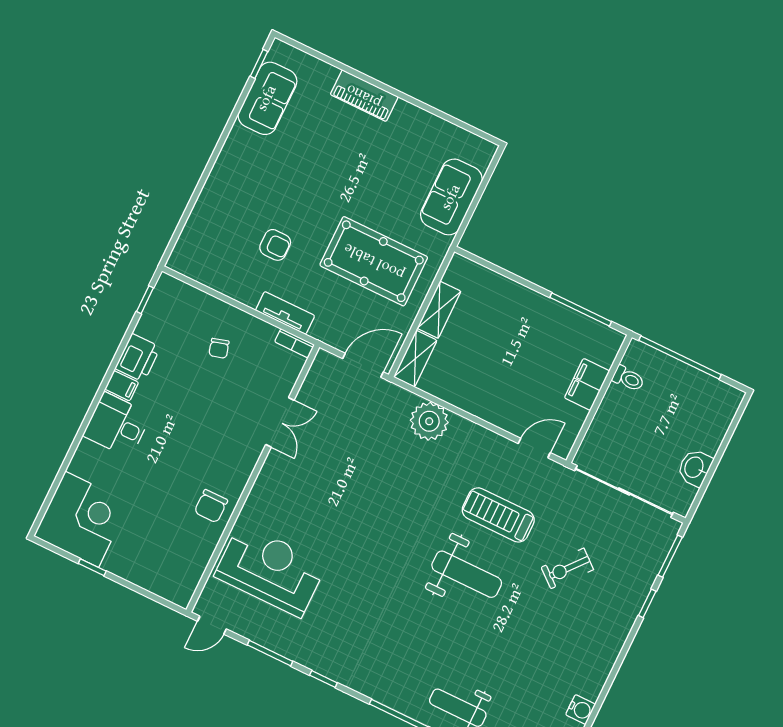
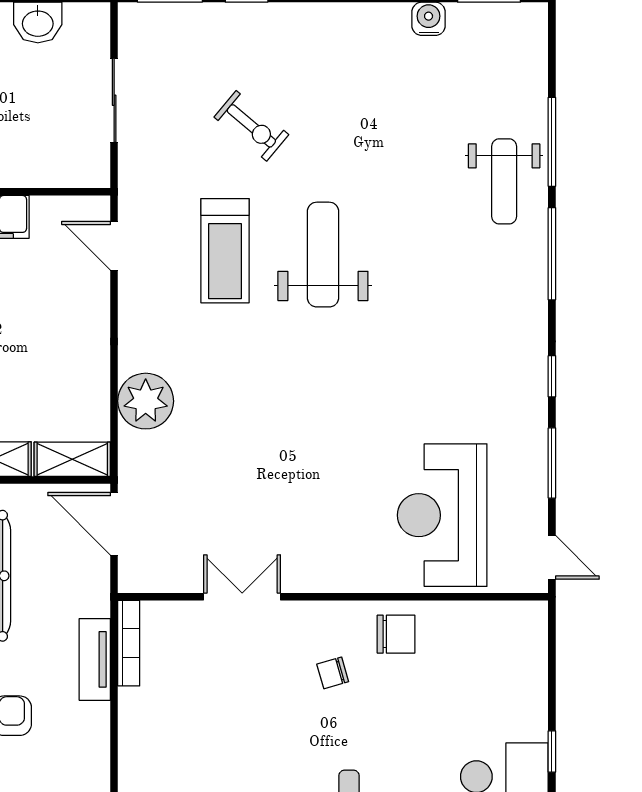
bookcase: (295, 343) -> (129, 643), width x1.56
chair: (219, 348) -> (333, 673), moved, turned 180
sliding door: (624, 491) -> (114, 100), width x0.54

